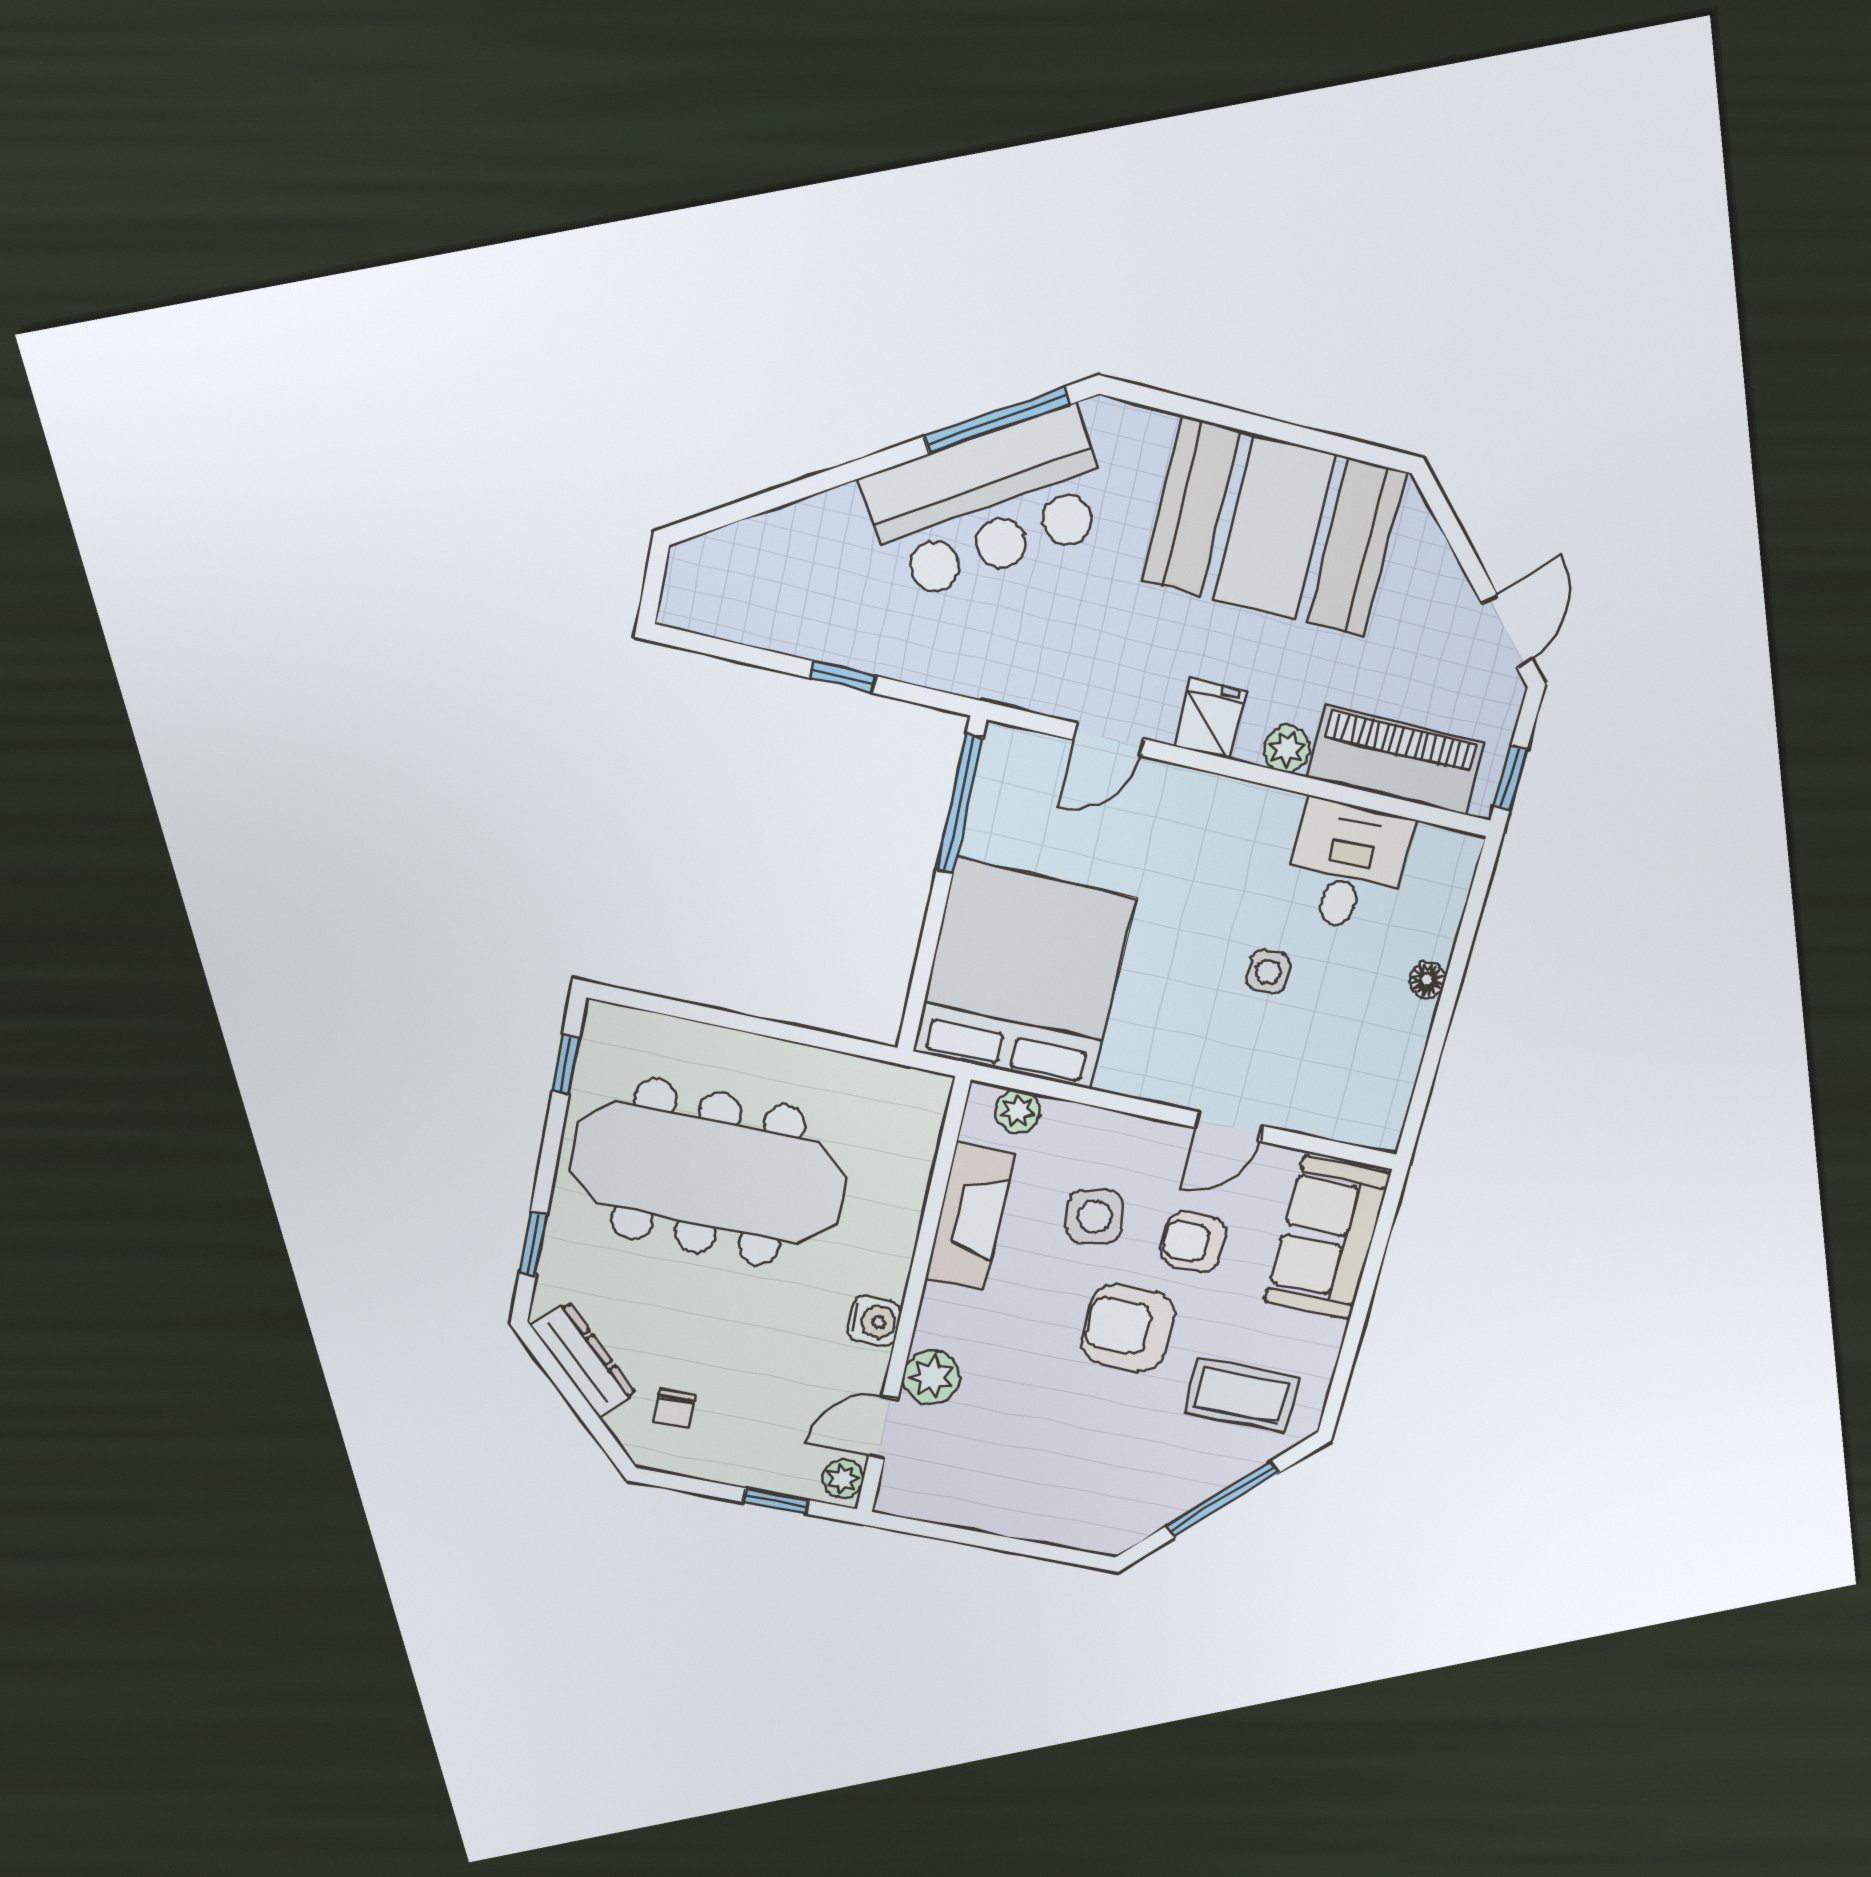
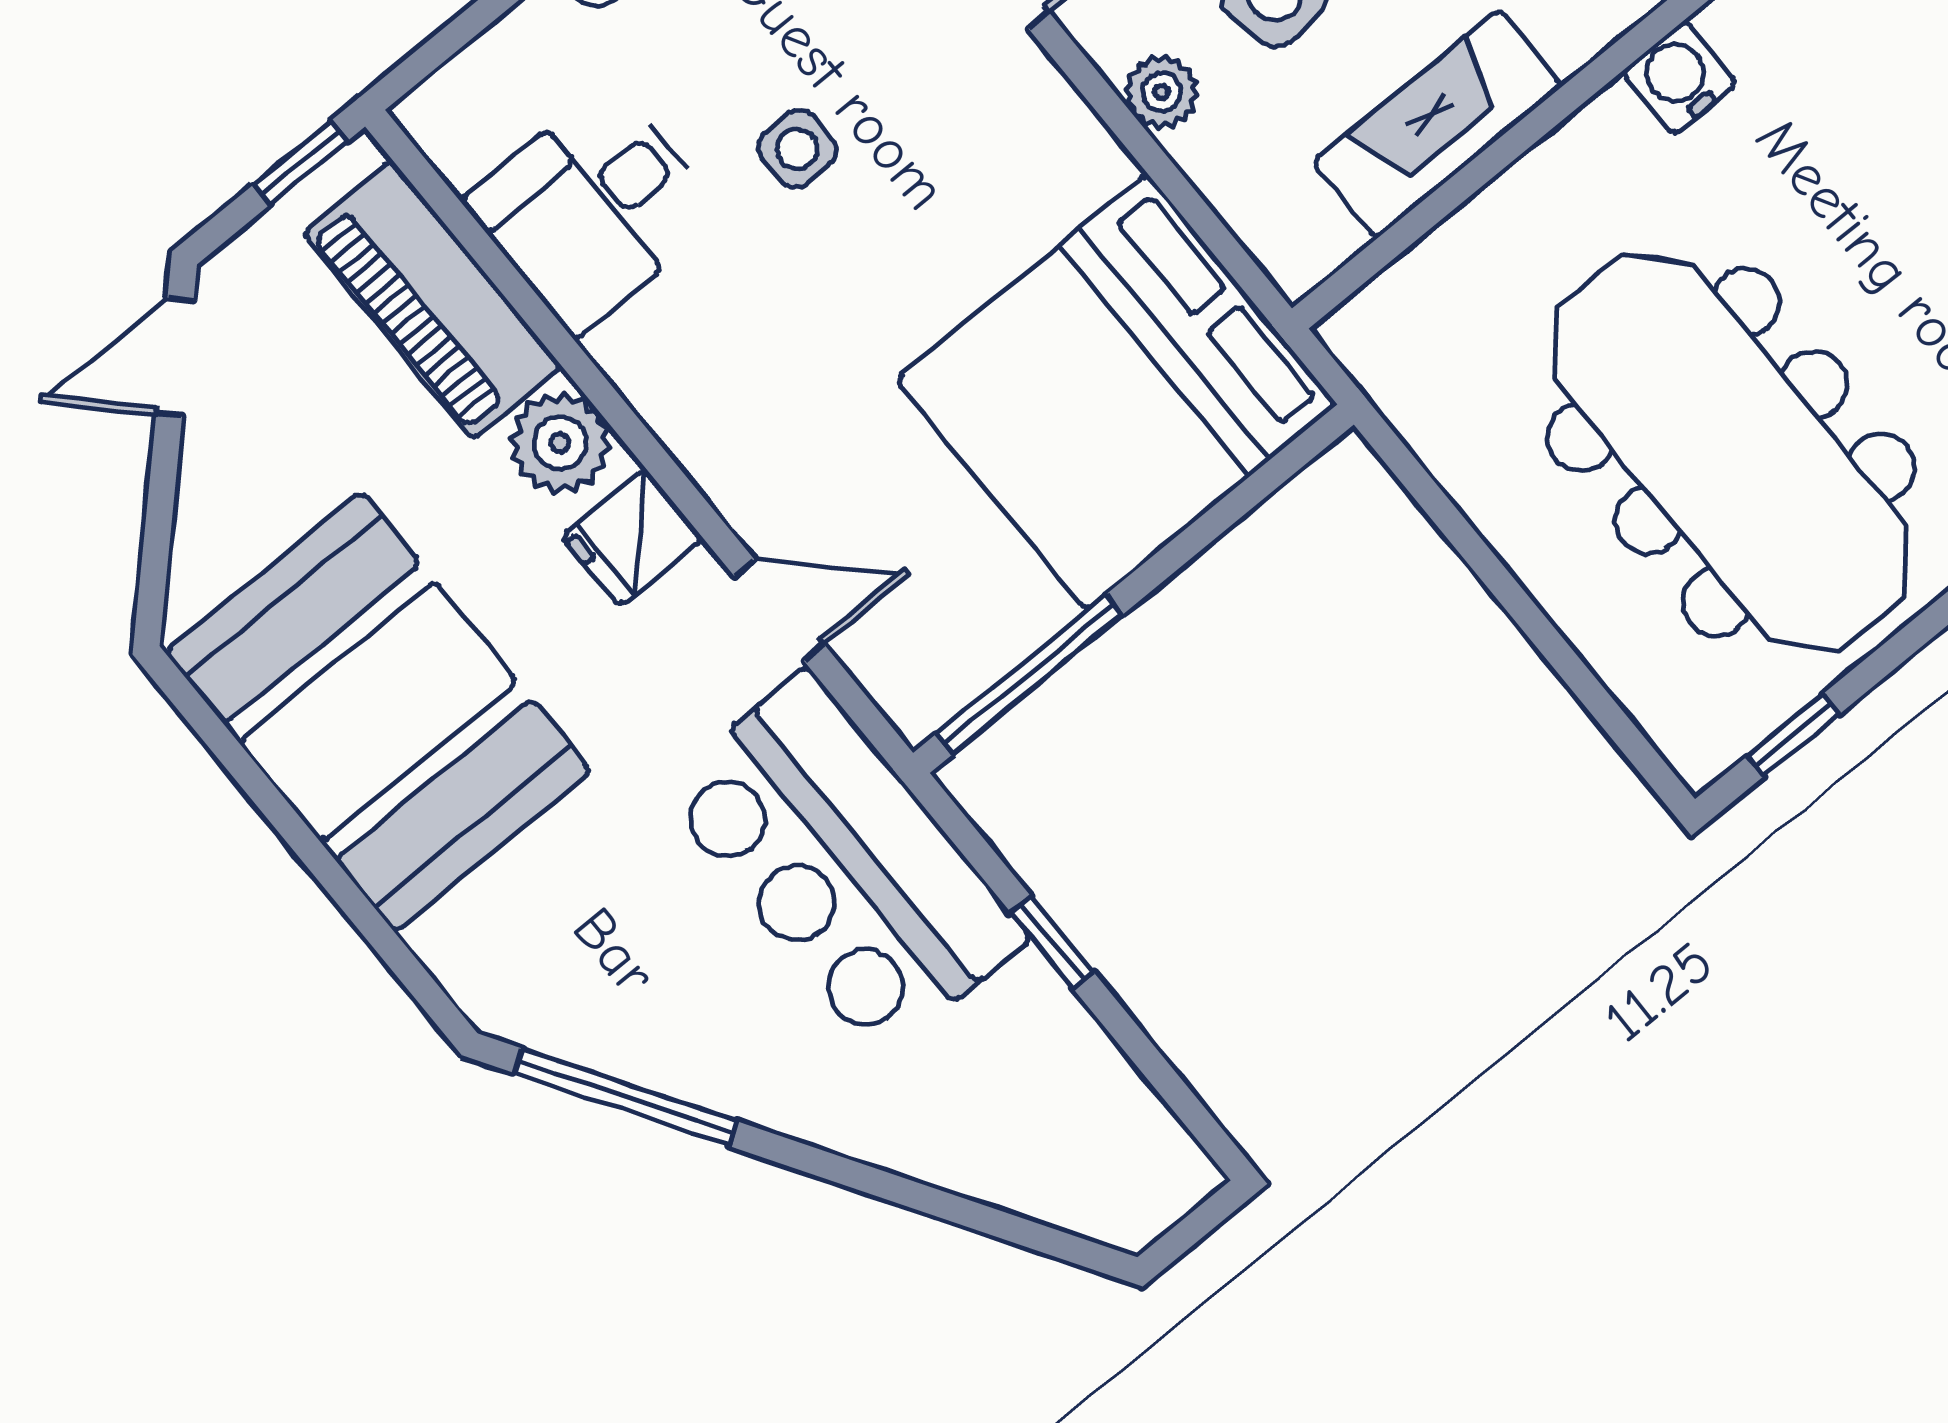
bar counter: (988, 504) -> (844, 864), moved, turned -148
plant: (1287, 749) -> (560, 443), width x1.38, depth x1.38
plant: (1018, 1111) -> (1162, 92), moved

